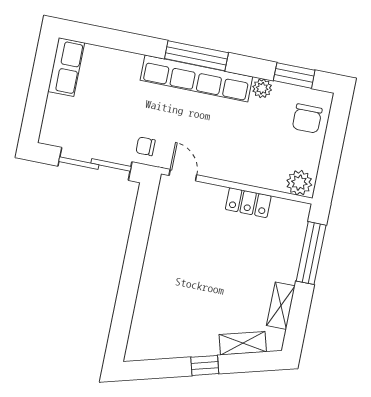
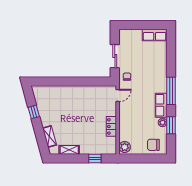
window: (294, 75) -> (171, 125), moved
row of seats: (196, 78) -> (161, 105), width x0.50
sliding door: (95, 164) -> (115, 56), width x0.73
window: (311, 253) -> (95, 158), width x0.46
window: (205, 365) -> (34, 112), moved

